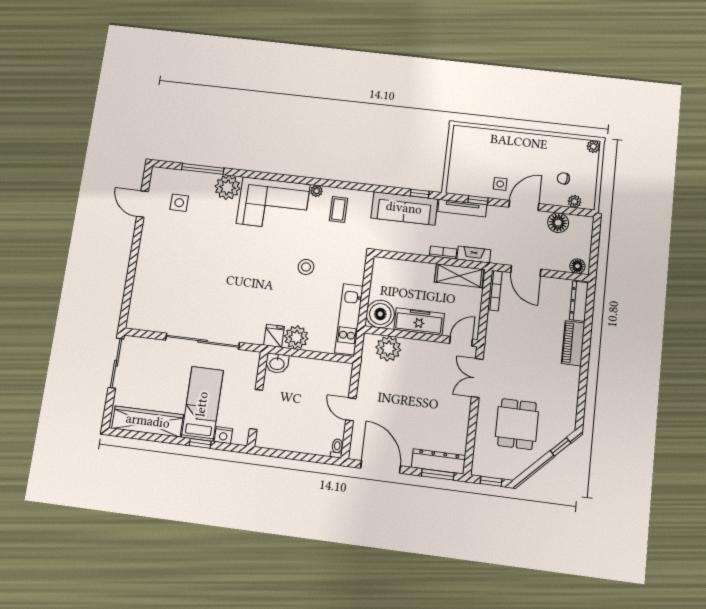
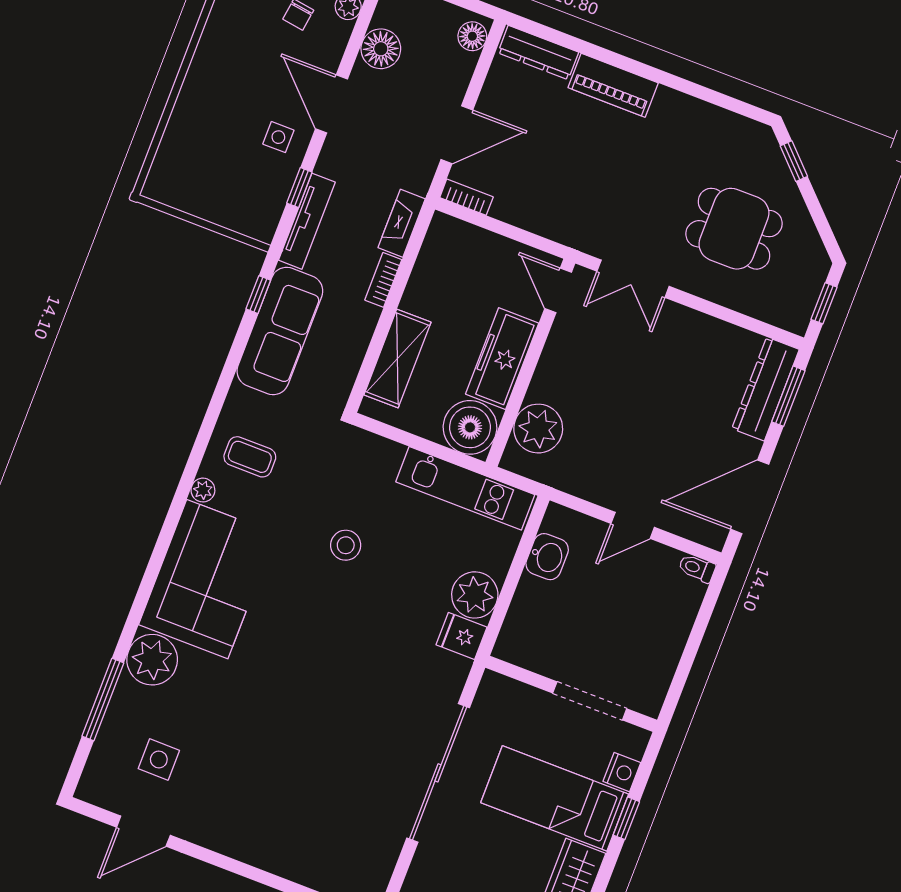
shelving: (459, 276) -> (397, 359), moved
bookcase: (495, 291) -> (466, 197), width x0.64
washbasin: (277, 363) -> (547, 557), moved

